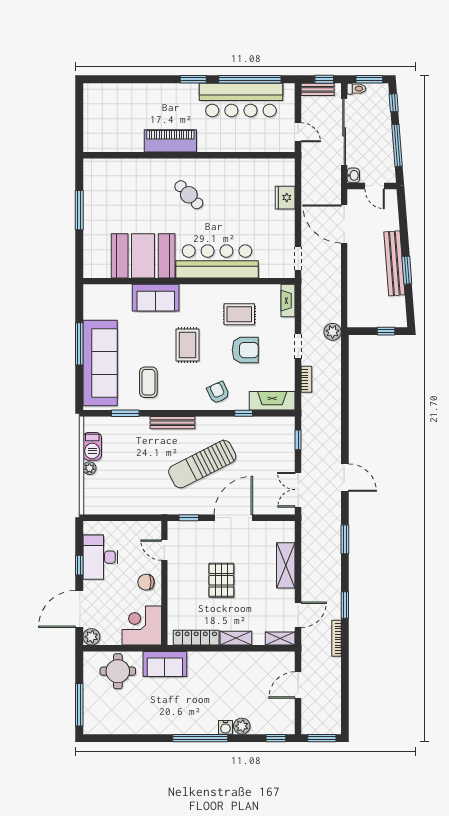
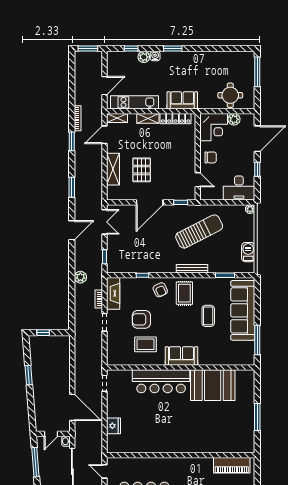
piano: (170, 141) -> (232, 465), moved
door: (375, 186) -> (51, 434), swing flipped
cafe table: (189, 195) -> (181, 428), removed
bench: (394, 263) -> (37, 380), removed
sofa: (156, 298) -> (181, 356), moved
fireplace: (288, 301) -> (112, 354), removed
plant: (333, 332) -> (80, 277), moved
window: (79, 344) -> (257, 340), moved
rug: (187, 345) -> (184, 293), moved
coffee table: (148, 382) -> (208, 316), moved
fireplace: (272, 401) -> (113, 293), moved, turned -90
sun lounger: (202, 464) -> (199, 231), moved
plant: (89, 468) -> (250, 209), moved
door: (345, 478) -> (72, 230), swing flipped
desk: (100, 557) -> (239, 188), moved, turned 90
pallet: (221, 580) -> (142, 170), moved
plant: (91, 637) -> (234, 119), moved
kitchen unit: (255, 661) -> (134, 102), added
sofa: (165, 664) -> (182, 100), moved
window: (200, 738) -> (173, 49), width x0.47
window: (276, 738) -> (131, 49), moved

